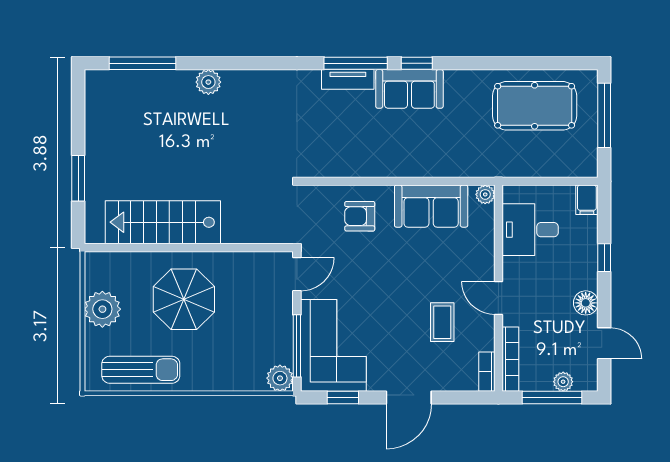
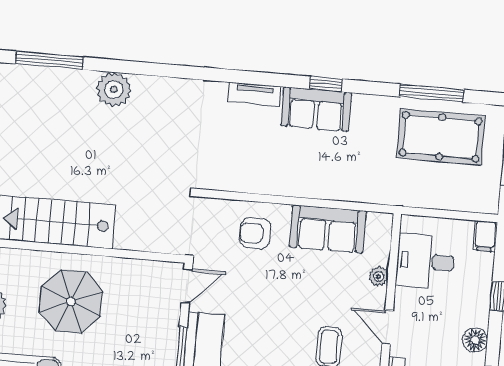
window: (356, 63) -> (432, 93), moved
plant: (208, 82) -> (114, 90), width x1.36, depth x1.36
plant: (485, 194) -> (379, 276), moved

